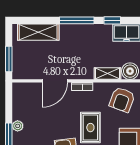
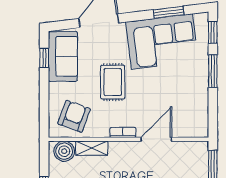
plant: (18, 126) -> (202, 84), removed

